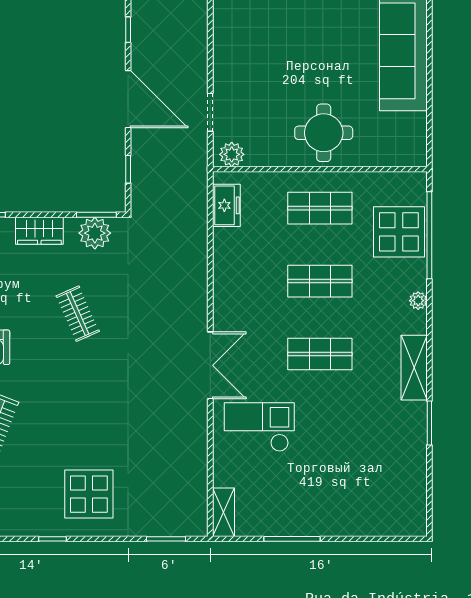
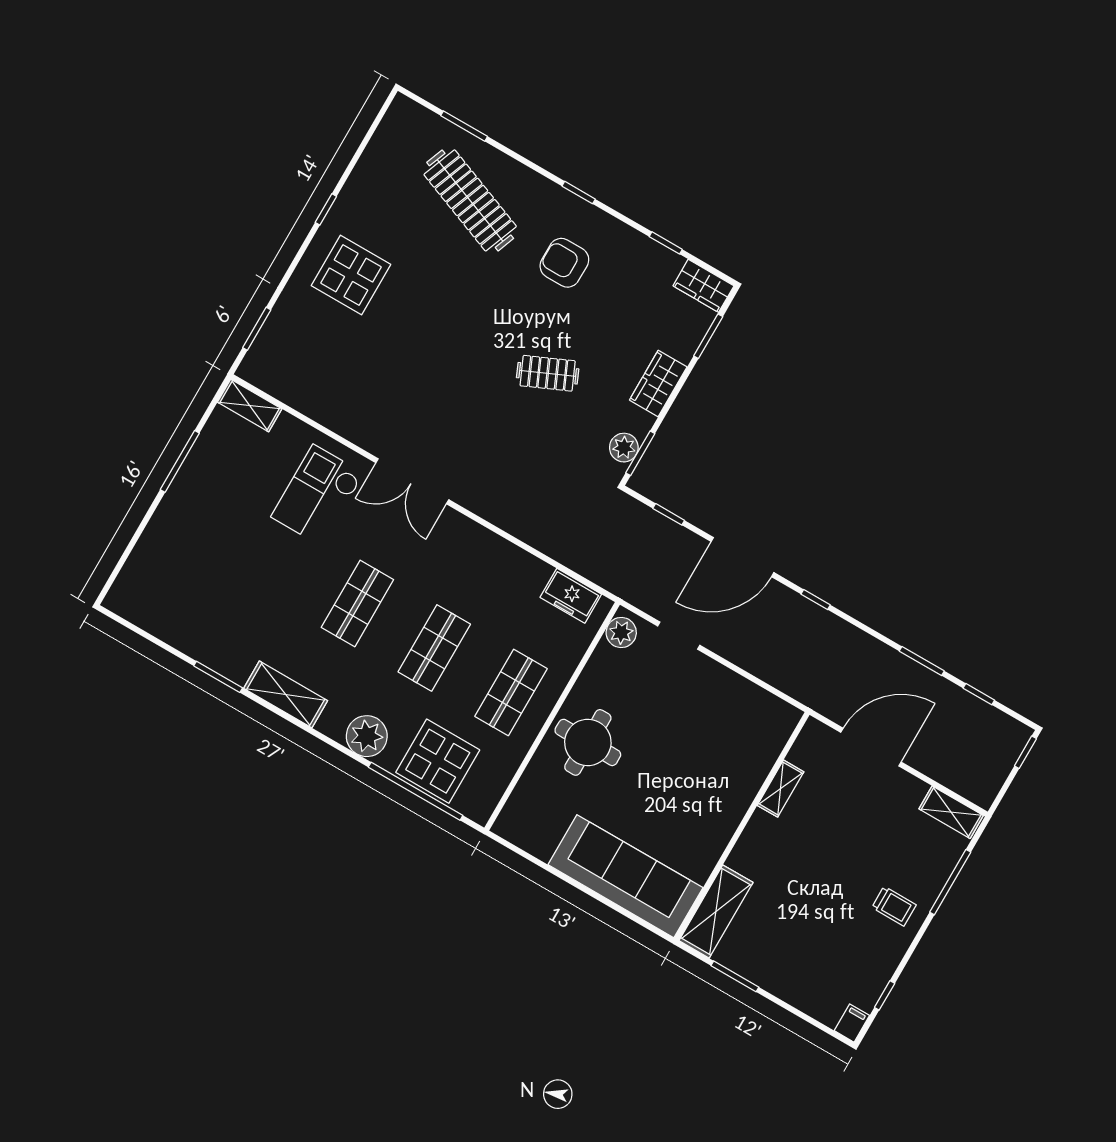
plant: (95, 233) -> (624, 448), width x0.73, depth x0.73
plant: (418, 301) -> (367, 736), width x1.87, depth x1.87
checkout: (259, 427) -> (317, 495), turned 180

